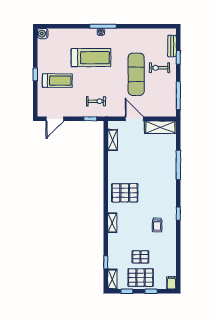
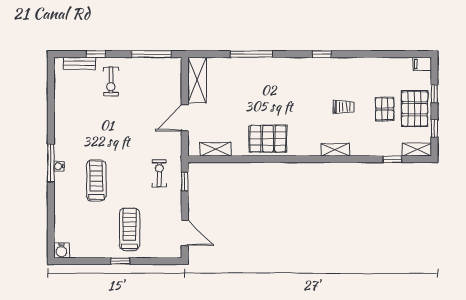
treadmill: (91, 58) -> (96, 180), width x0.73, depth x0.73
exercise mat: (136, 74) -> (120, 115), removed
pallet: (125, 193) -> (268, 139), moved, turned 90
trolley: (157, 225) -> (343, 107), moved

